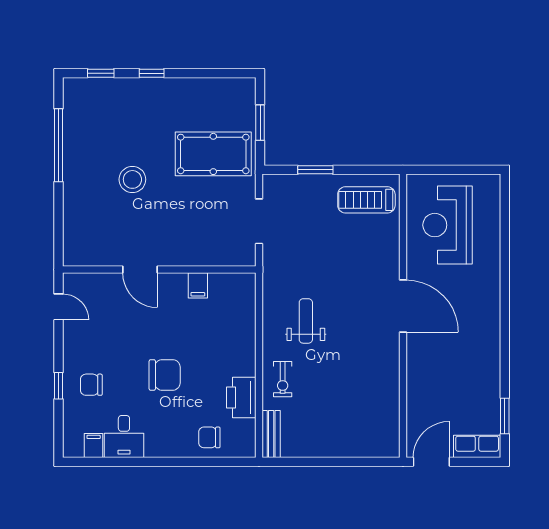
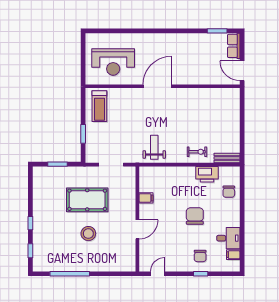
pool table: (213, 154) -> (87, 200), moved, turned 90
weight bench: (306, 321) -> (154, 147), moved, turned 90

